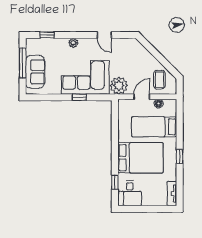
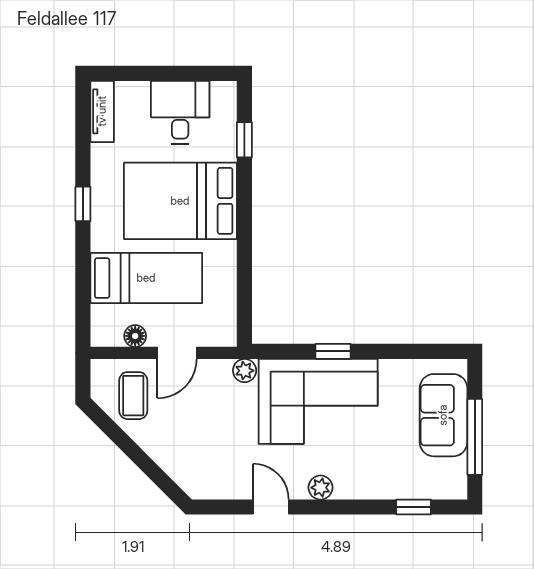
plant: (73, 43) -> (320, 488), moved
plant: (119, 86) -> (245, 371), width x0.53, depth x0.53
desk: (130, 193) -> (180, 112), moved

